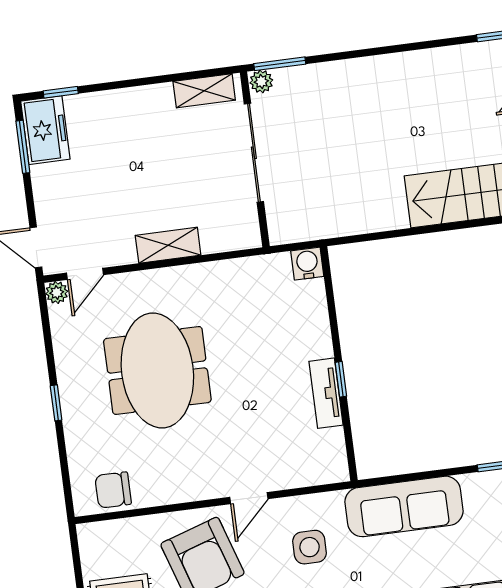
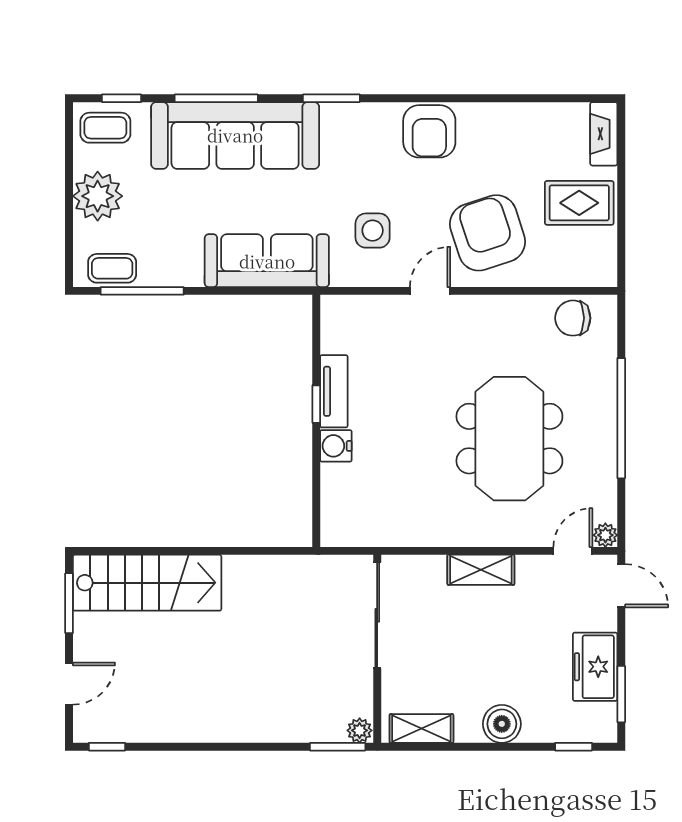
boiler: (130, 105) -> (502, 724), added
freezer: (45, 130) -> (595, 667), moved
sliding door: (254, 153) -> (377, 615), moved
water cooler: (307, 264) -> (336, 446), moved, turned 90
window: (56, 403) -> (621, 418), width x3.17
chair: (113, 490) -> (573, 318), turned 180

